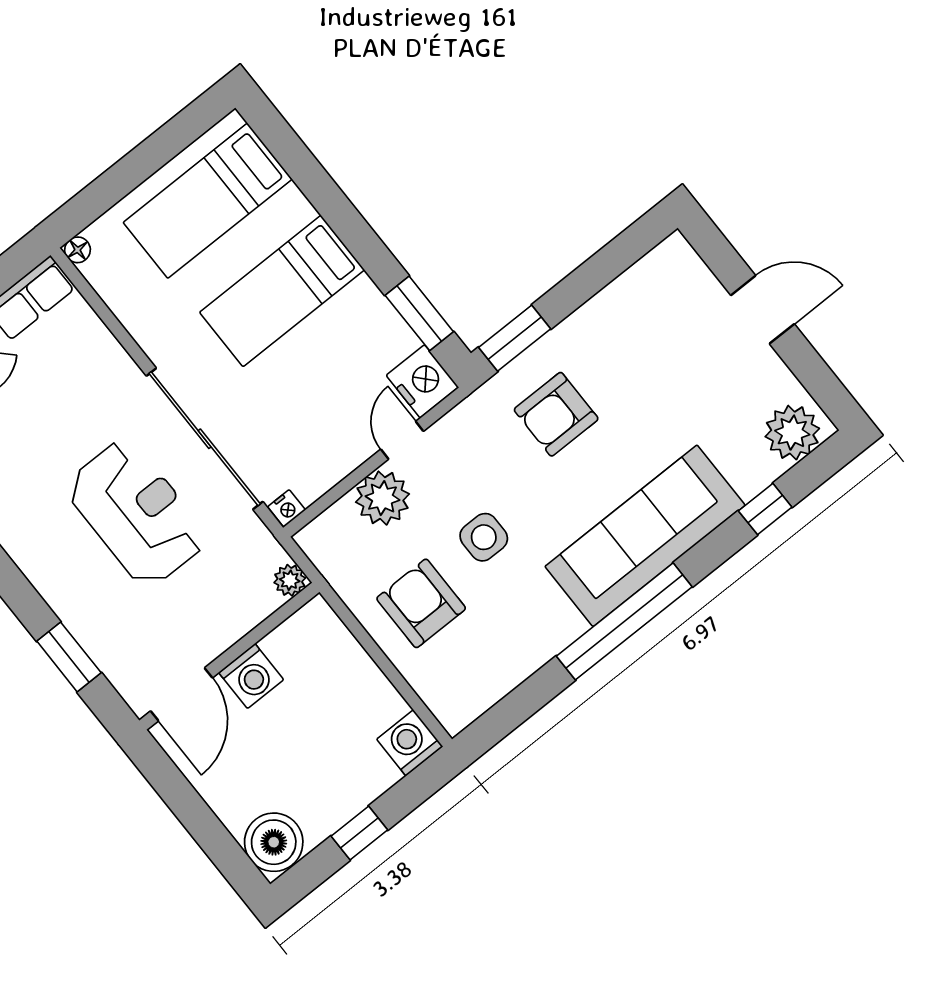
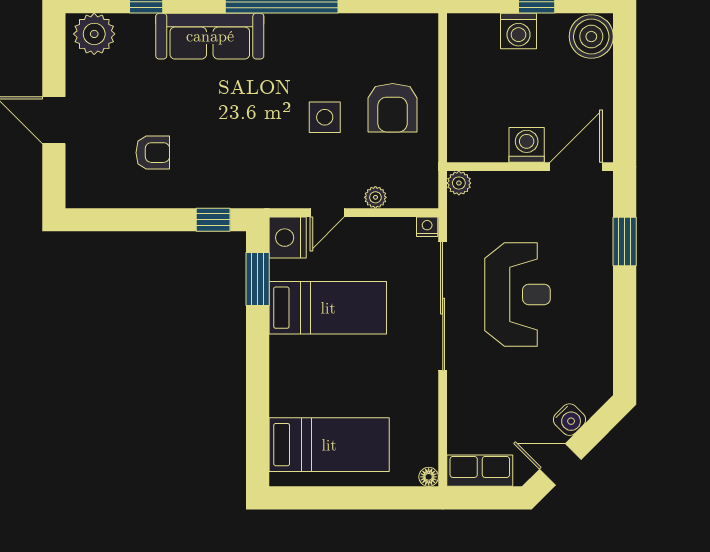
bed: (282, 291) -> (328, 308), moved
window: (515, 338) -> (213, 220), width x0.67
armchair: (556, 414) -> (153, 153), moved, width x0.72, depth x0.72
plant: (382, 498) -> (375, 197), width x0.53, depth x0.53
reception desk: (136, 513) -> (517, 294), turned 180
sofa: (645, 536) -> (210, 36), width x0.74, depth x0.79
washing machine: (410, 743) -> (519, 31), moved

